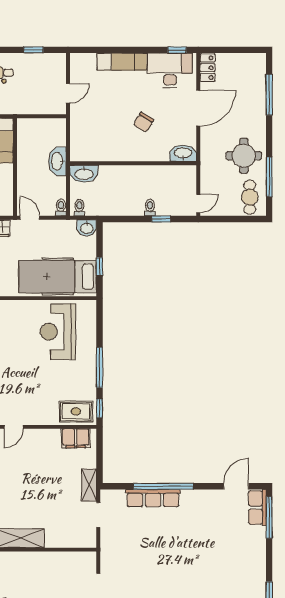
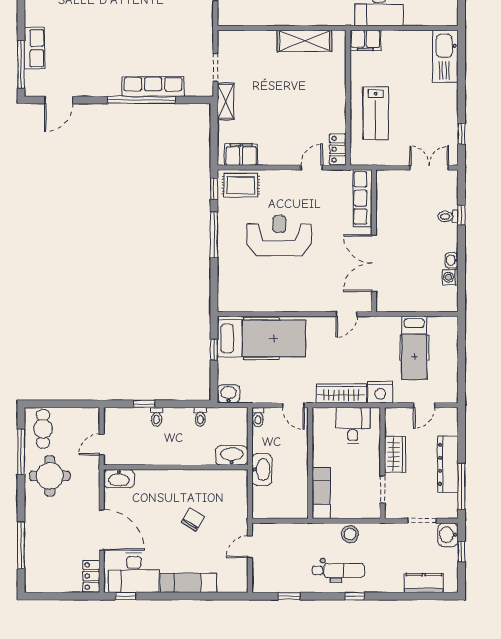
door: (198, 108) -> (102, 530), swing flipped
chair: (144, 122) -> (193, 519), moved
door: (198, 203) -> (102, 445), moved
toilet: (79, 208) -> (200, 417), moved
reception desk: (58, 332) -> (279, 236), moved, turned -90
row of seats: (257, 508) -> (34, 48), moved

